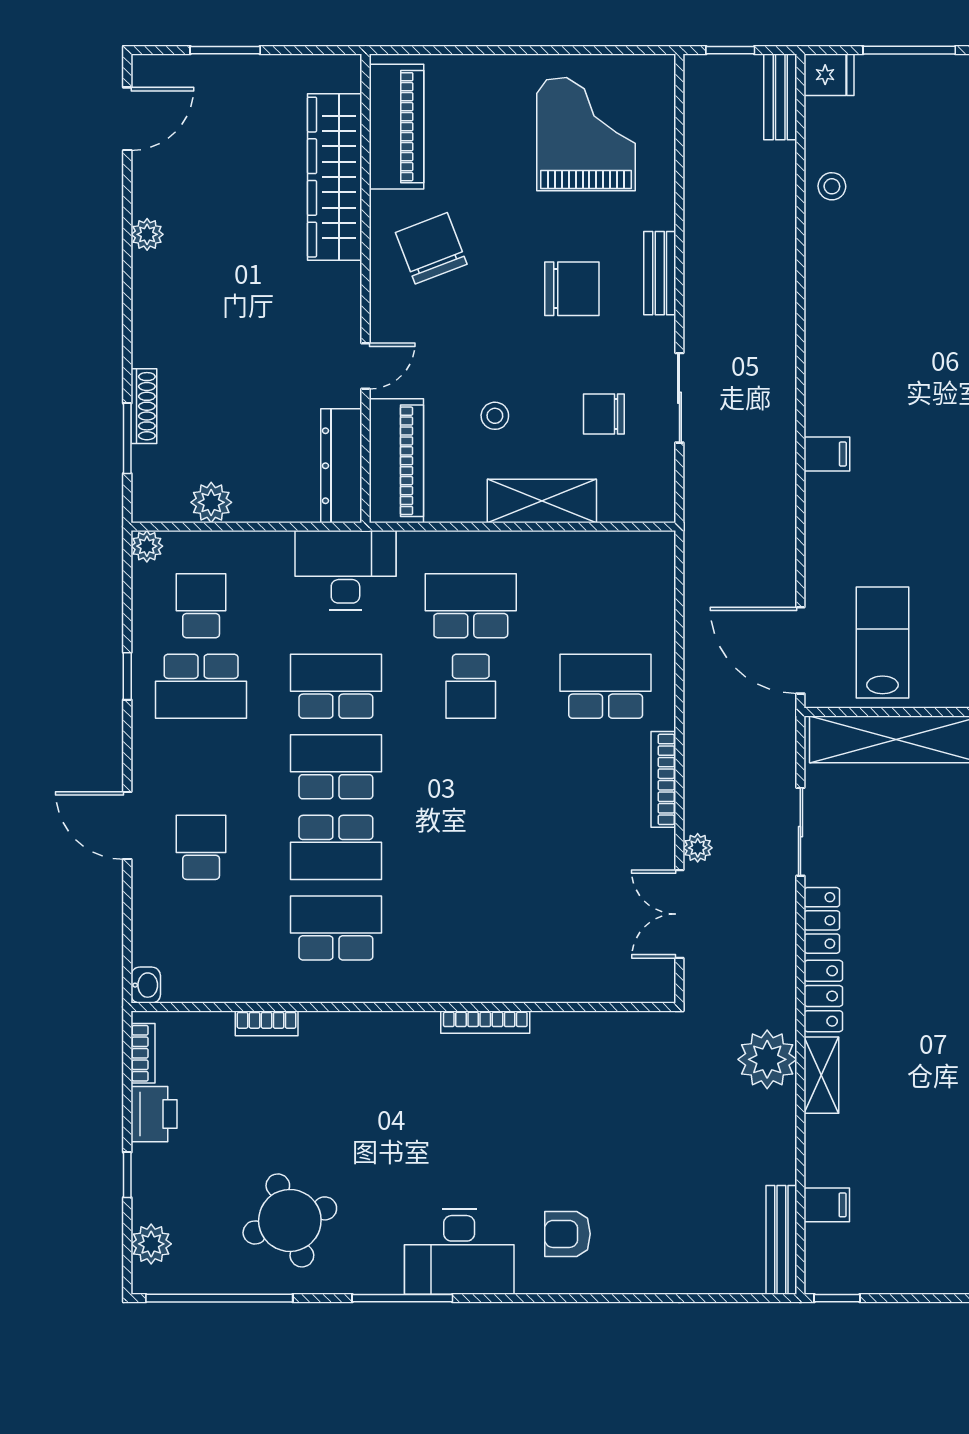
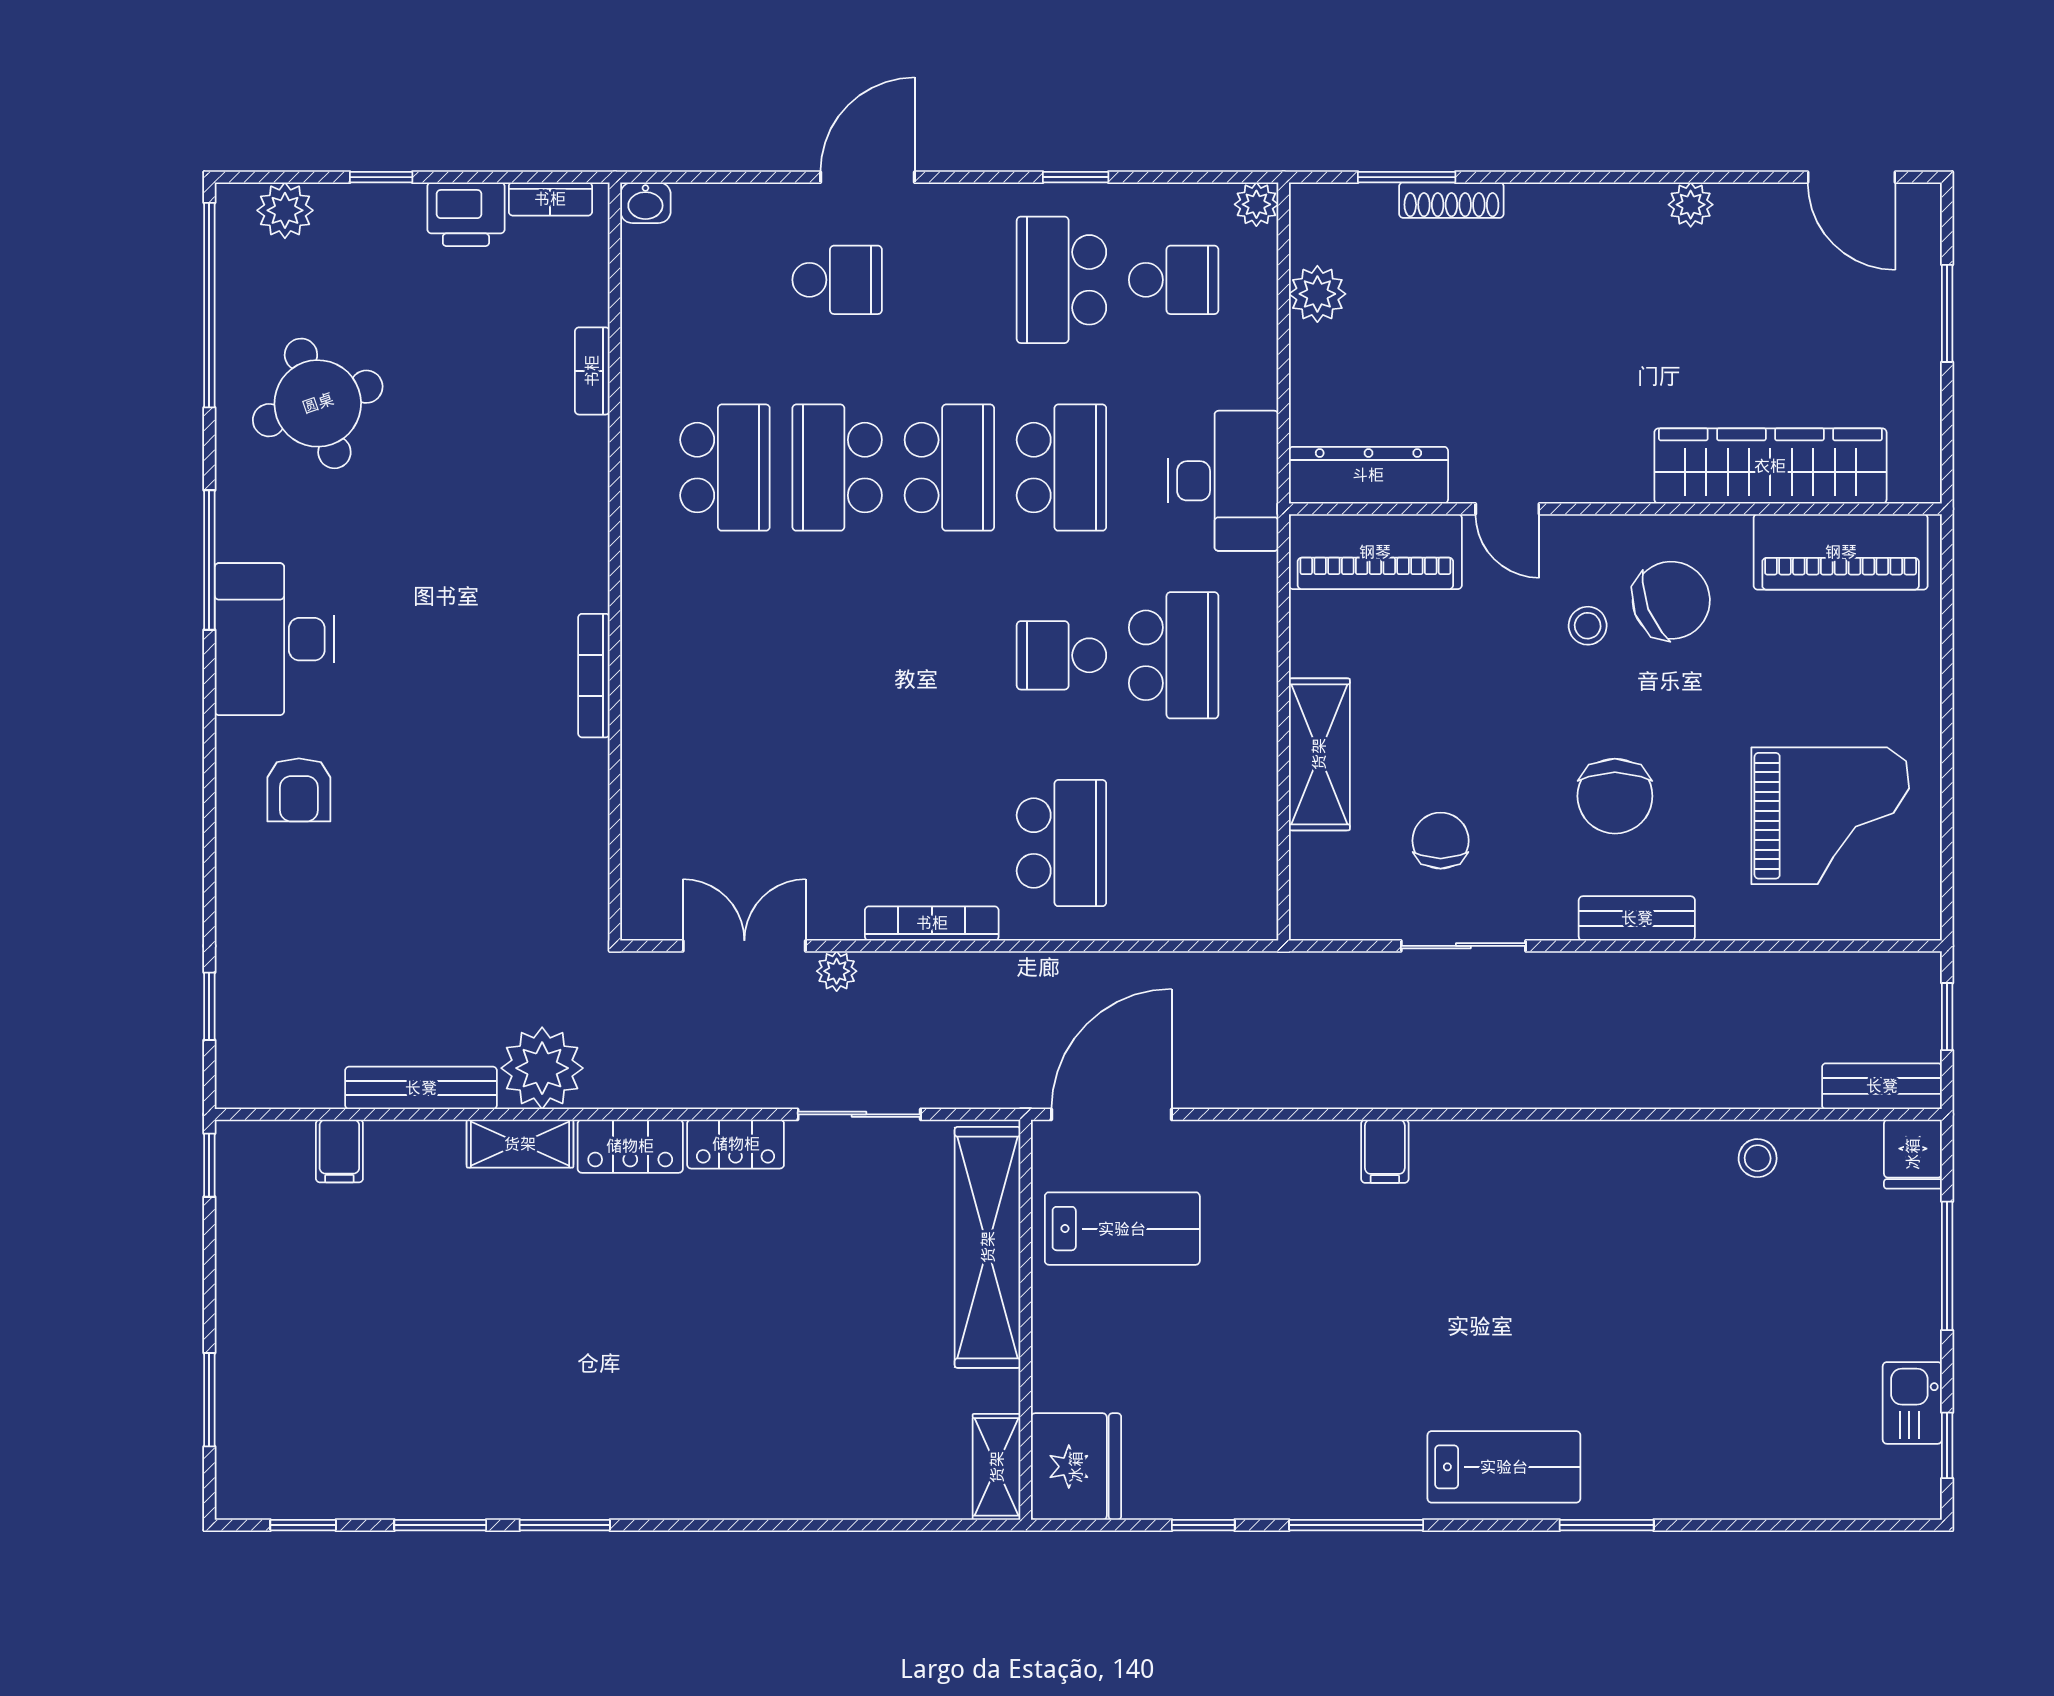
stool: (495, 416) -> (1588, 626), moved
armchair: (567, 1234) -> (299, 790), turned 180
bench: (781, 1240) -> (421, 1088), moved
window: (723, 1298) -> (209, 1006), added

